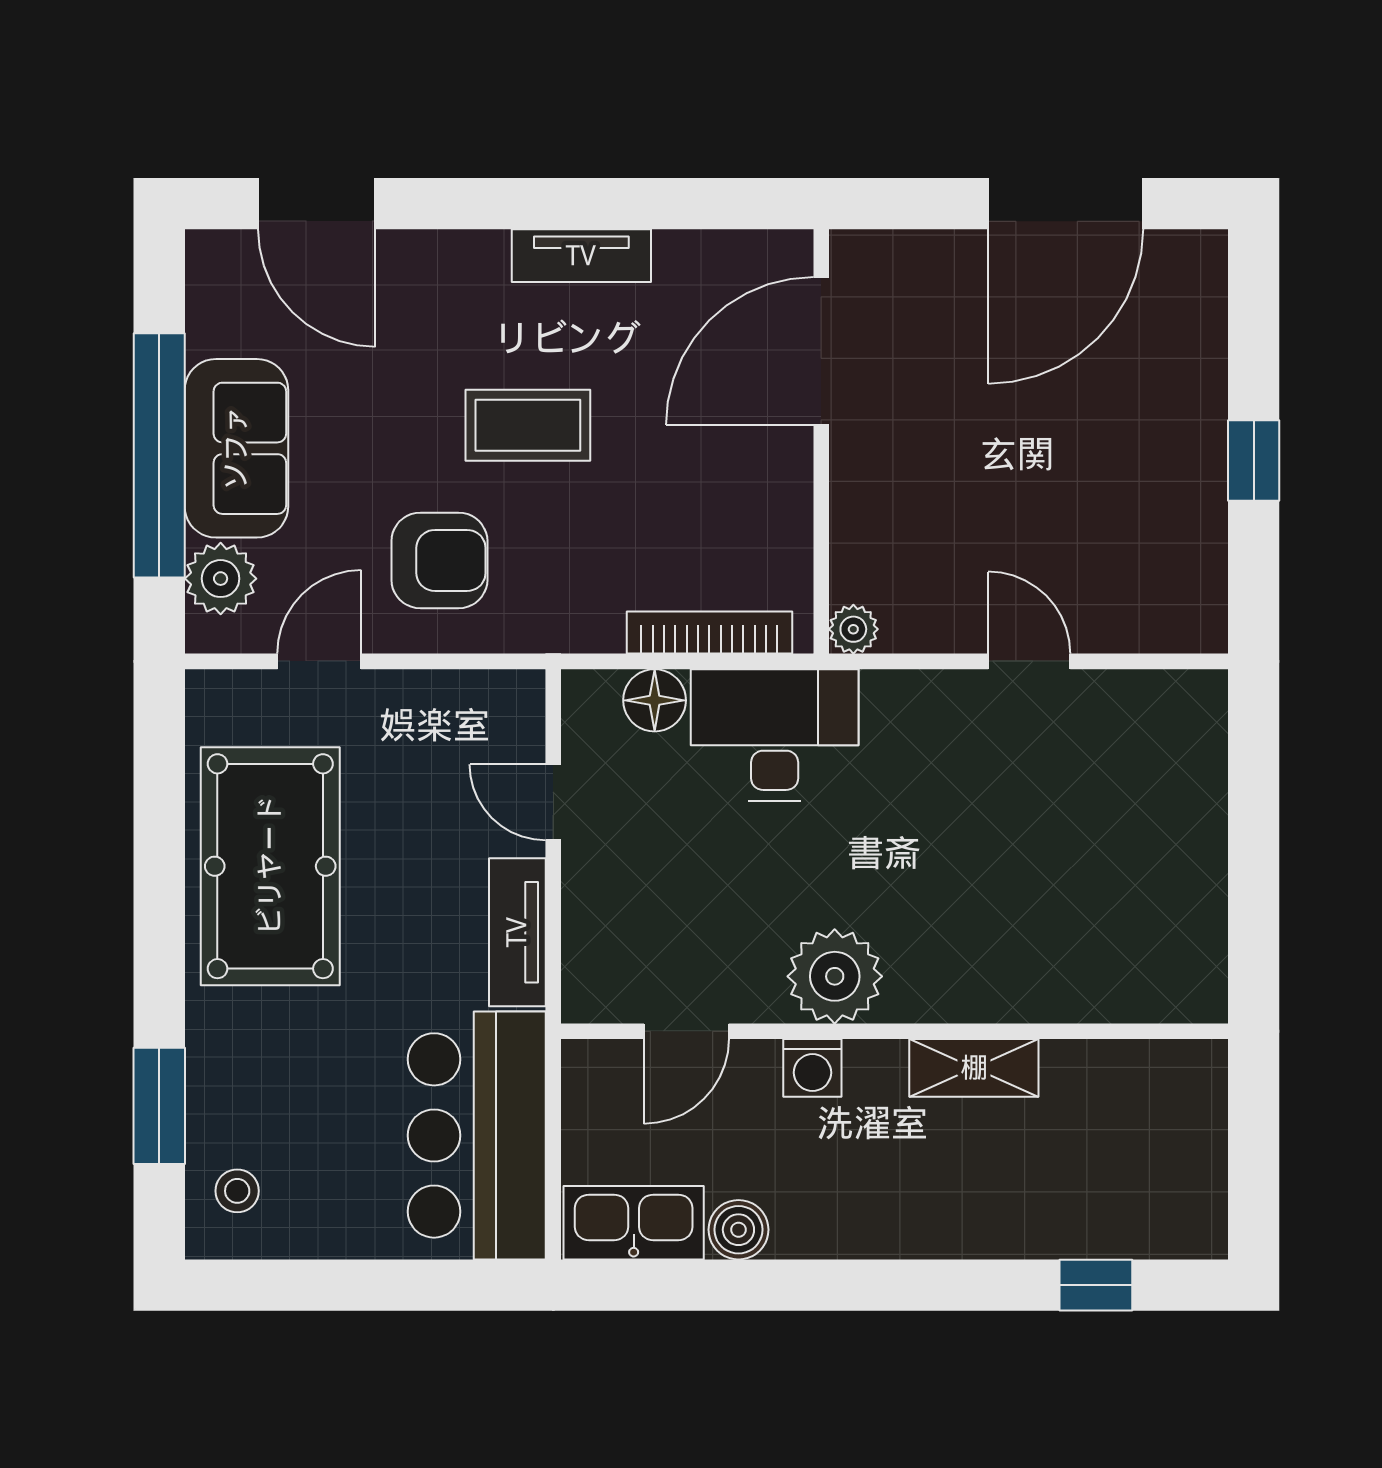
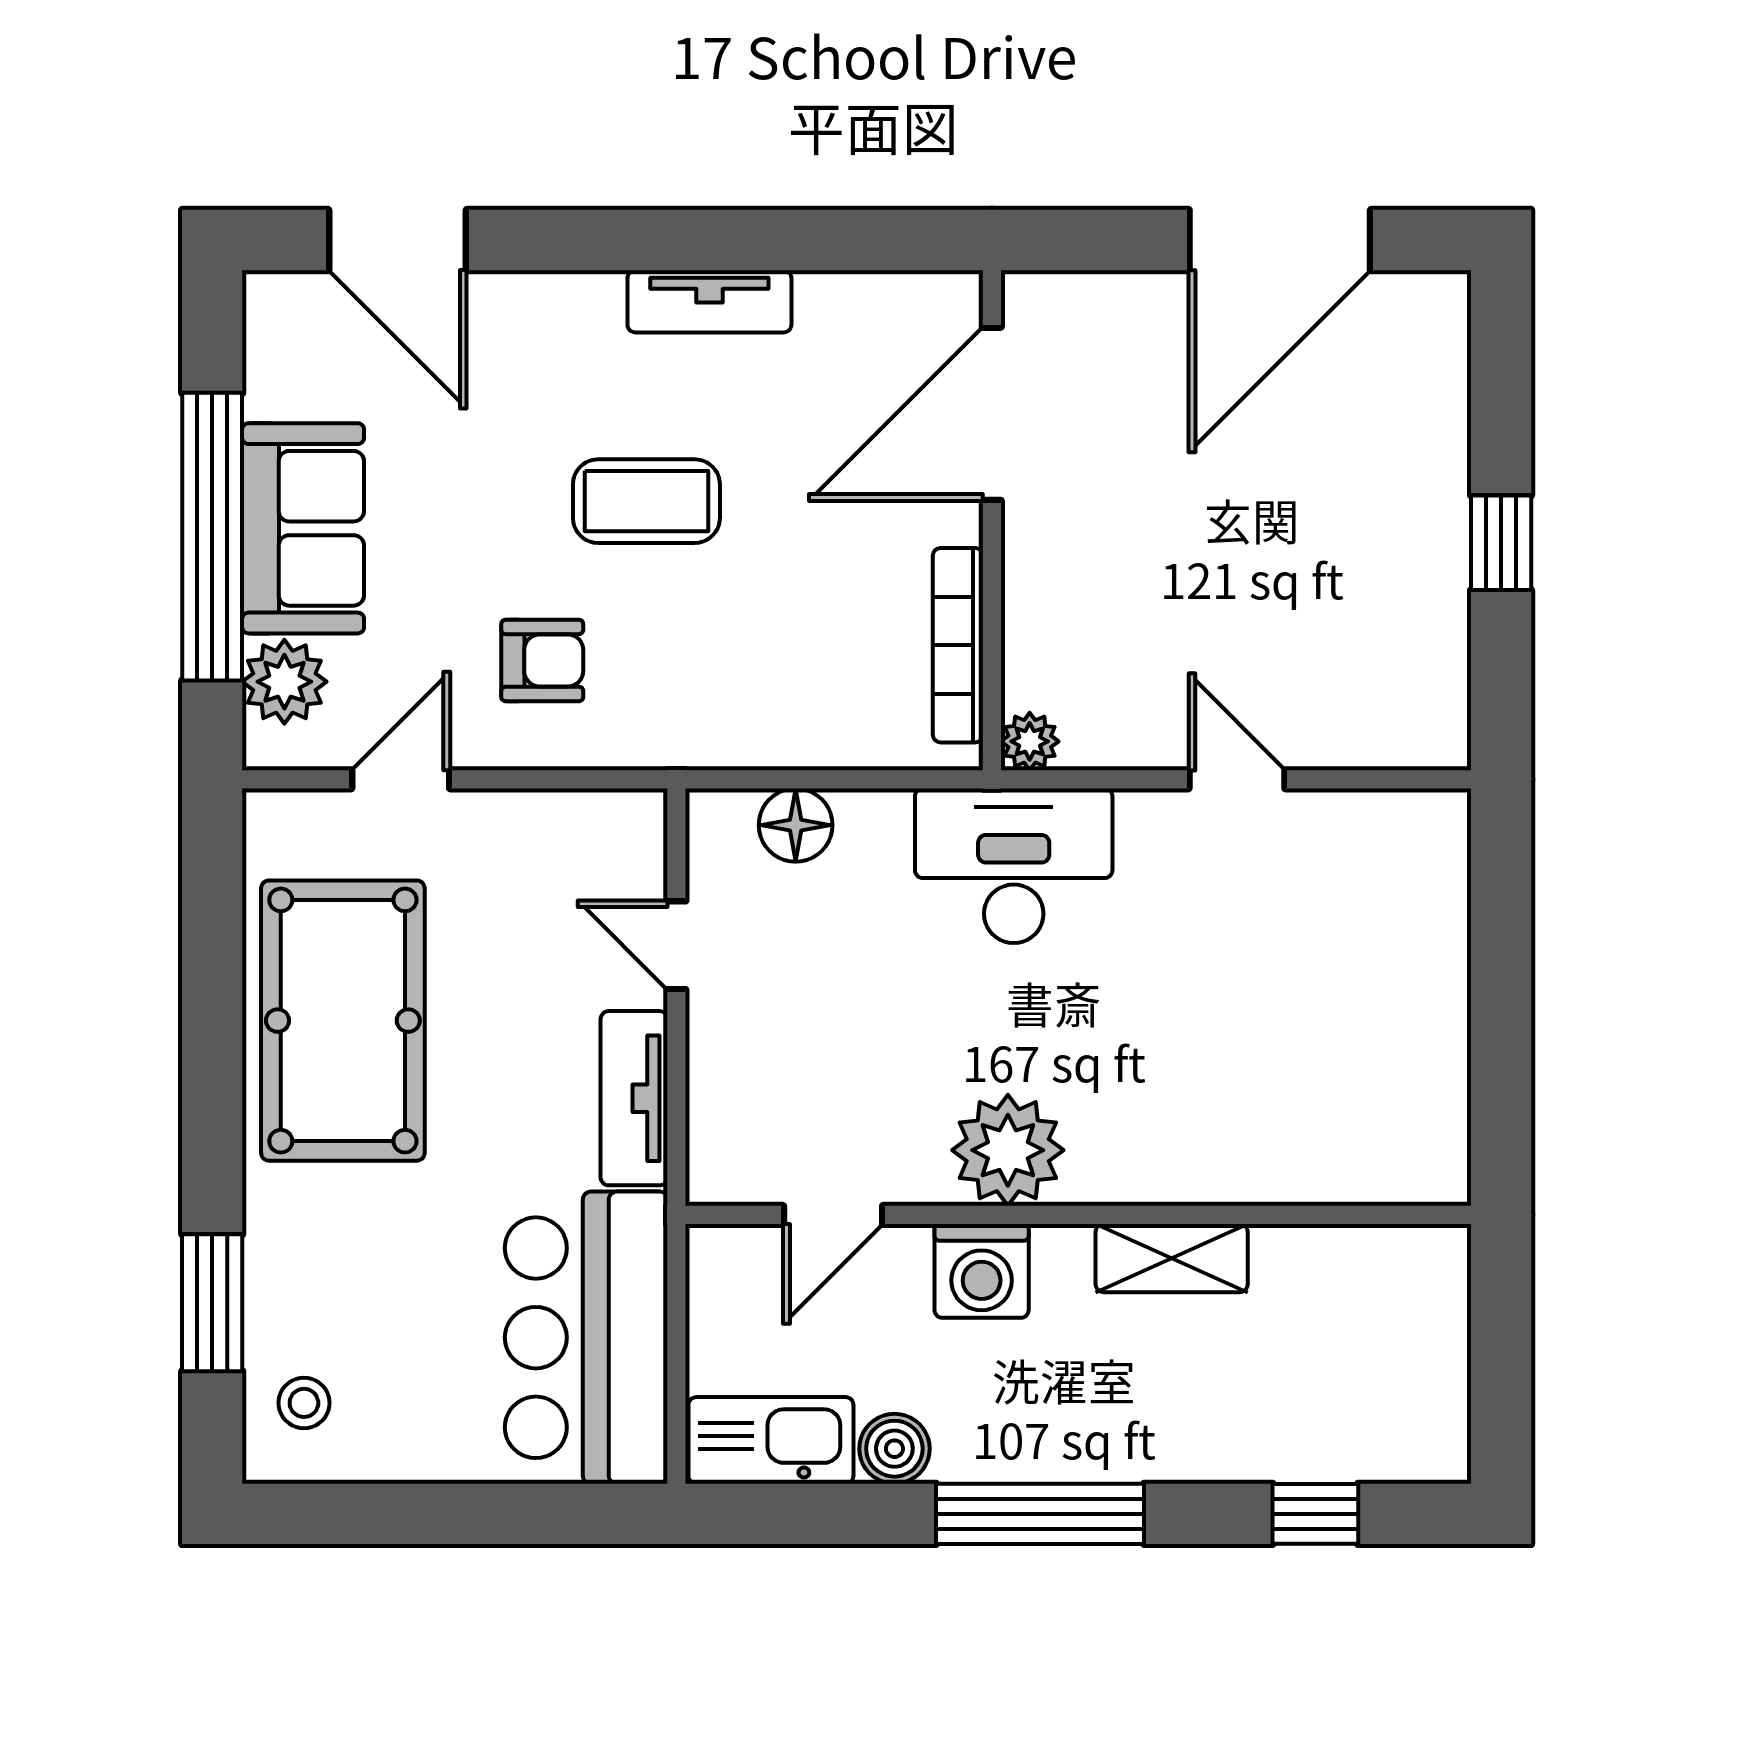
armchair: (439, 560) -> (542, 660), width x0.72, depth x0.72
bookcase: (709, 633) -> (958, 645), moved, turned -90
desk: (775, 735) -> (1014, 866), moved
washing machine: (812, 1068) -> (982, 1271), width x1.38, depth x1.38
window: (862, 1285) -> (1040, 1514), added

